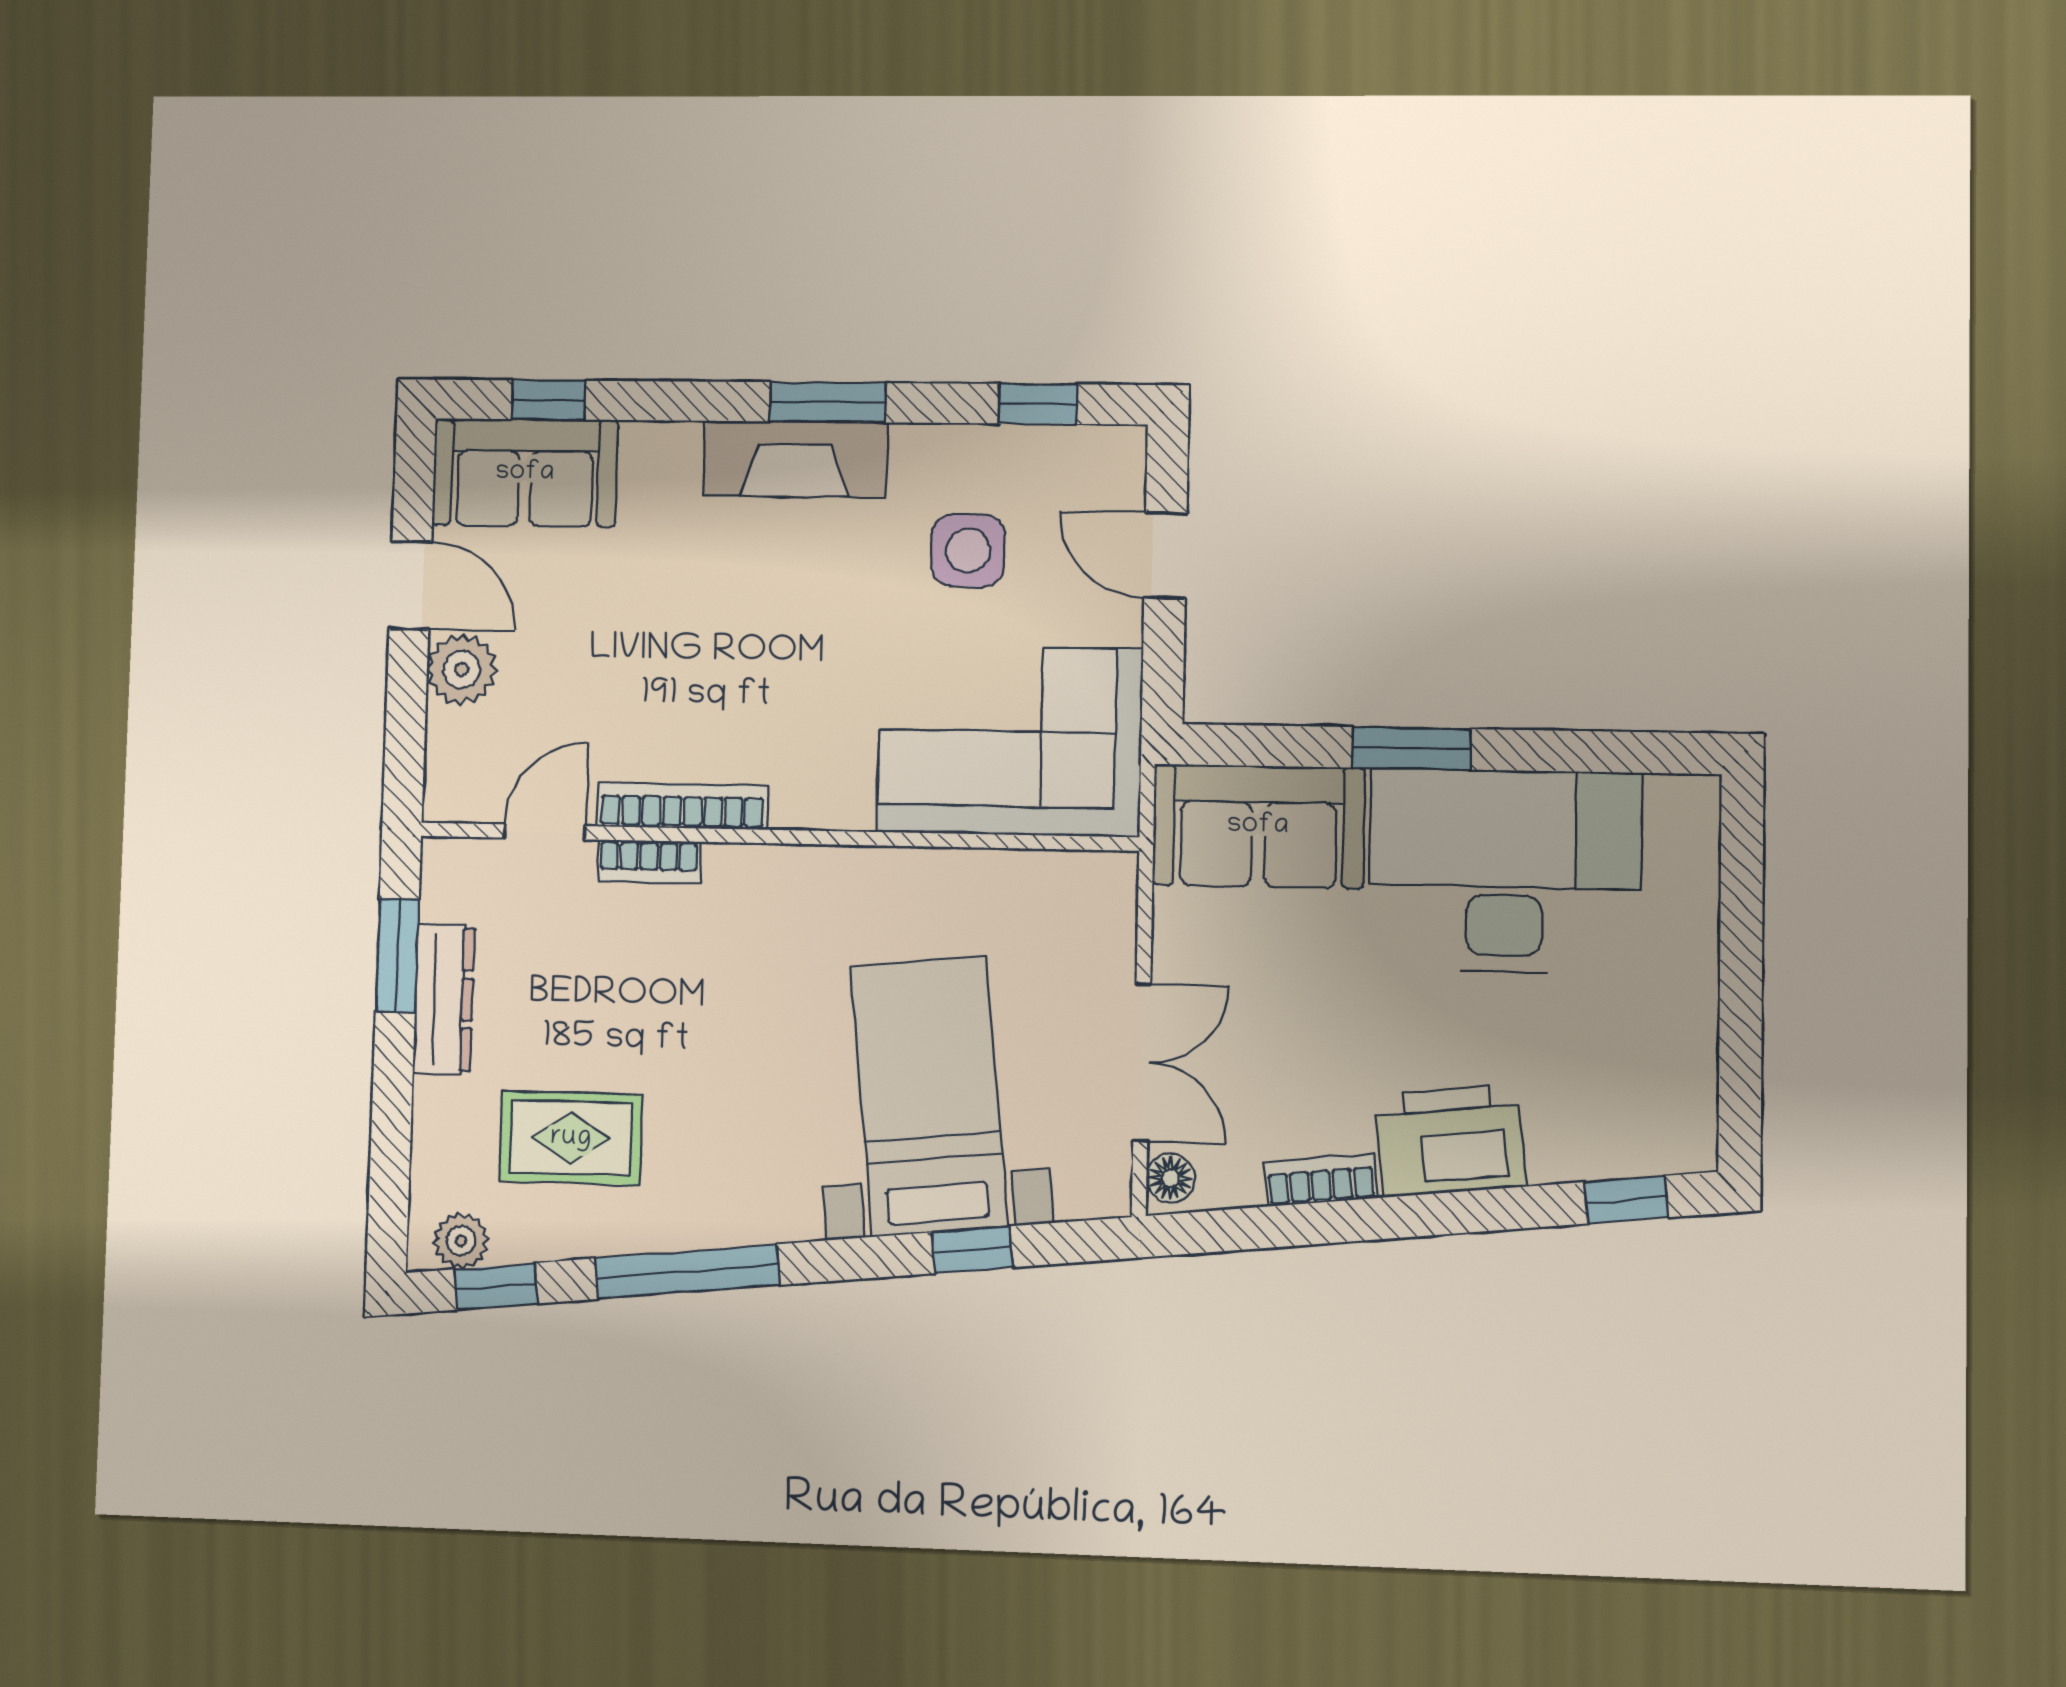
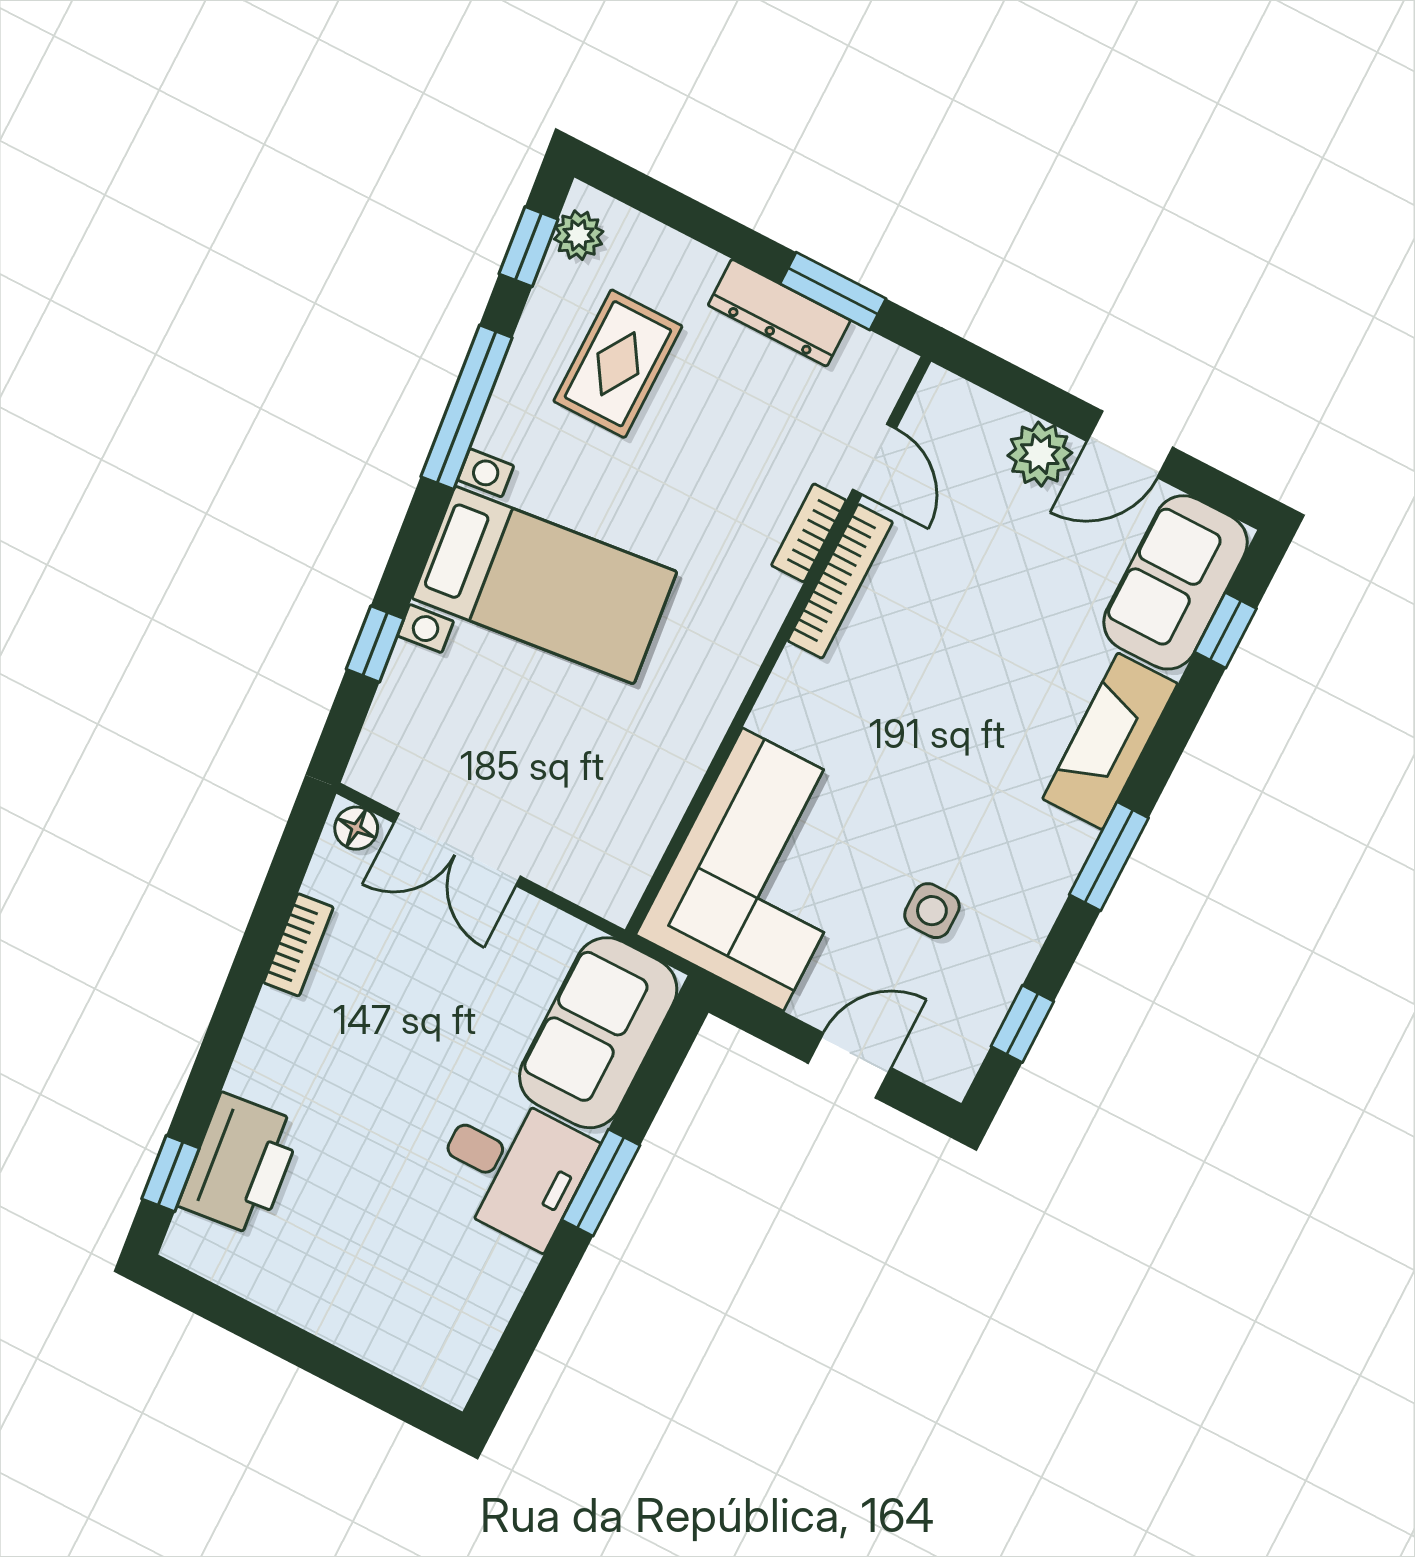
fireplace: (795, 459) -> (1110, 741), moved
side table: (968, 551) -> (932, 911), width x0.73, depth x0.73
desk: (1505, 871) -> (512, 1168), width x0.53, depth x0.77
bed with nightstands: (929, 1096) -> (544, 585), moved
printer: (1450, 1141) -> (240, 1165), moved

